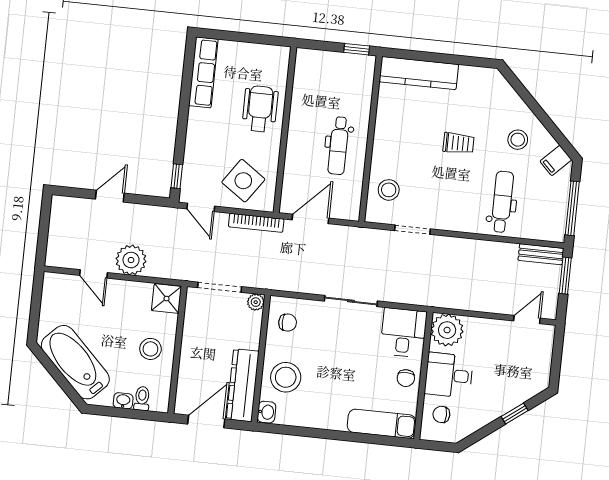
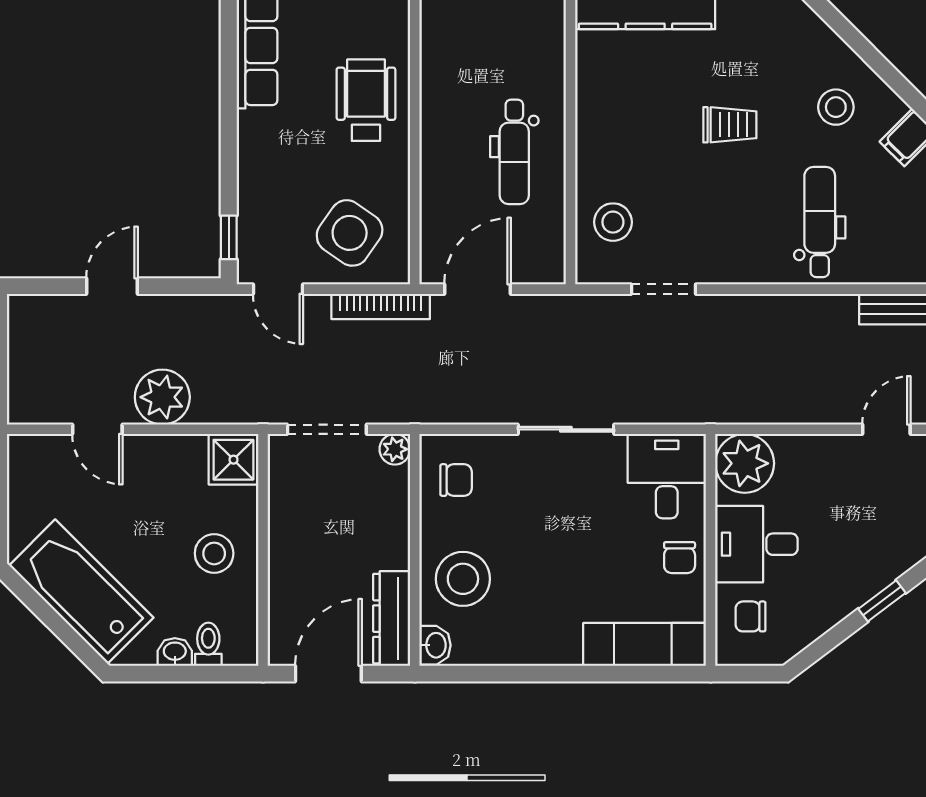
dresser: (243, 385) -> (392, 619), width x0.73, depth x0.80

